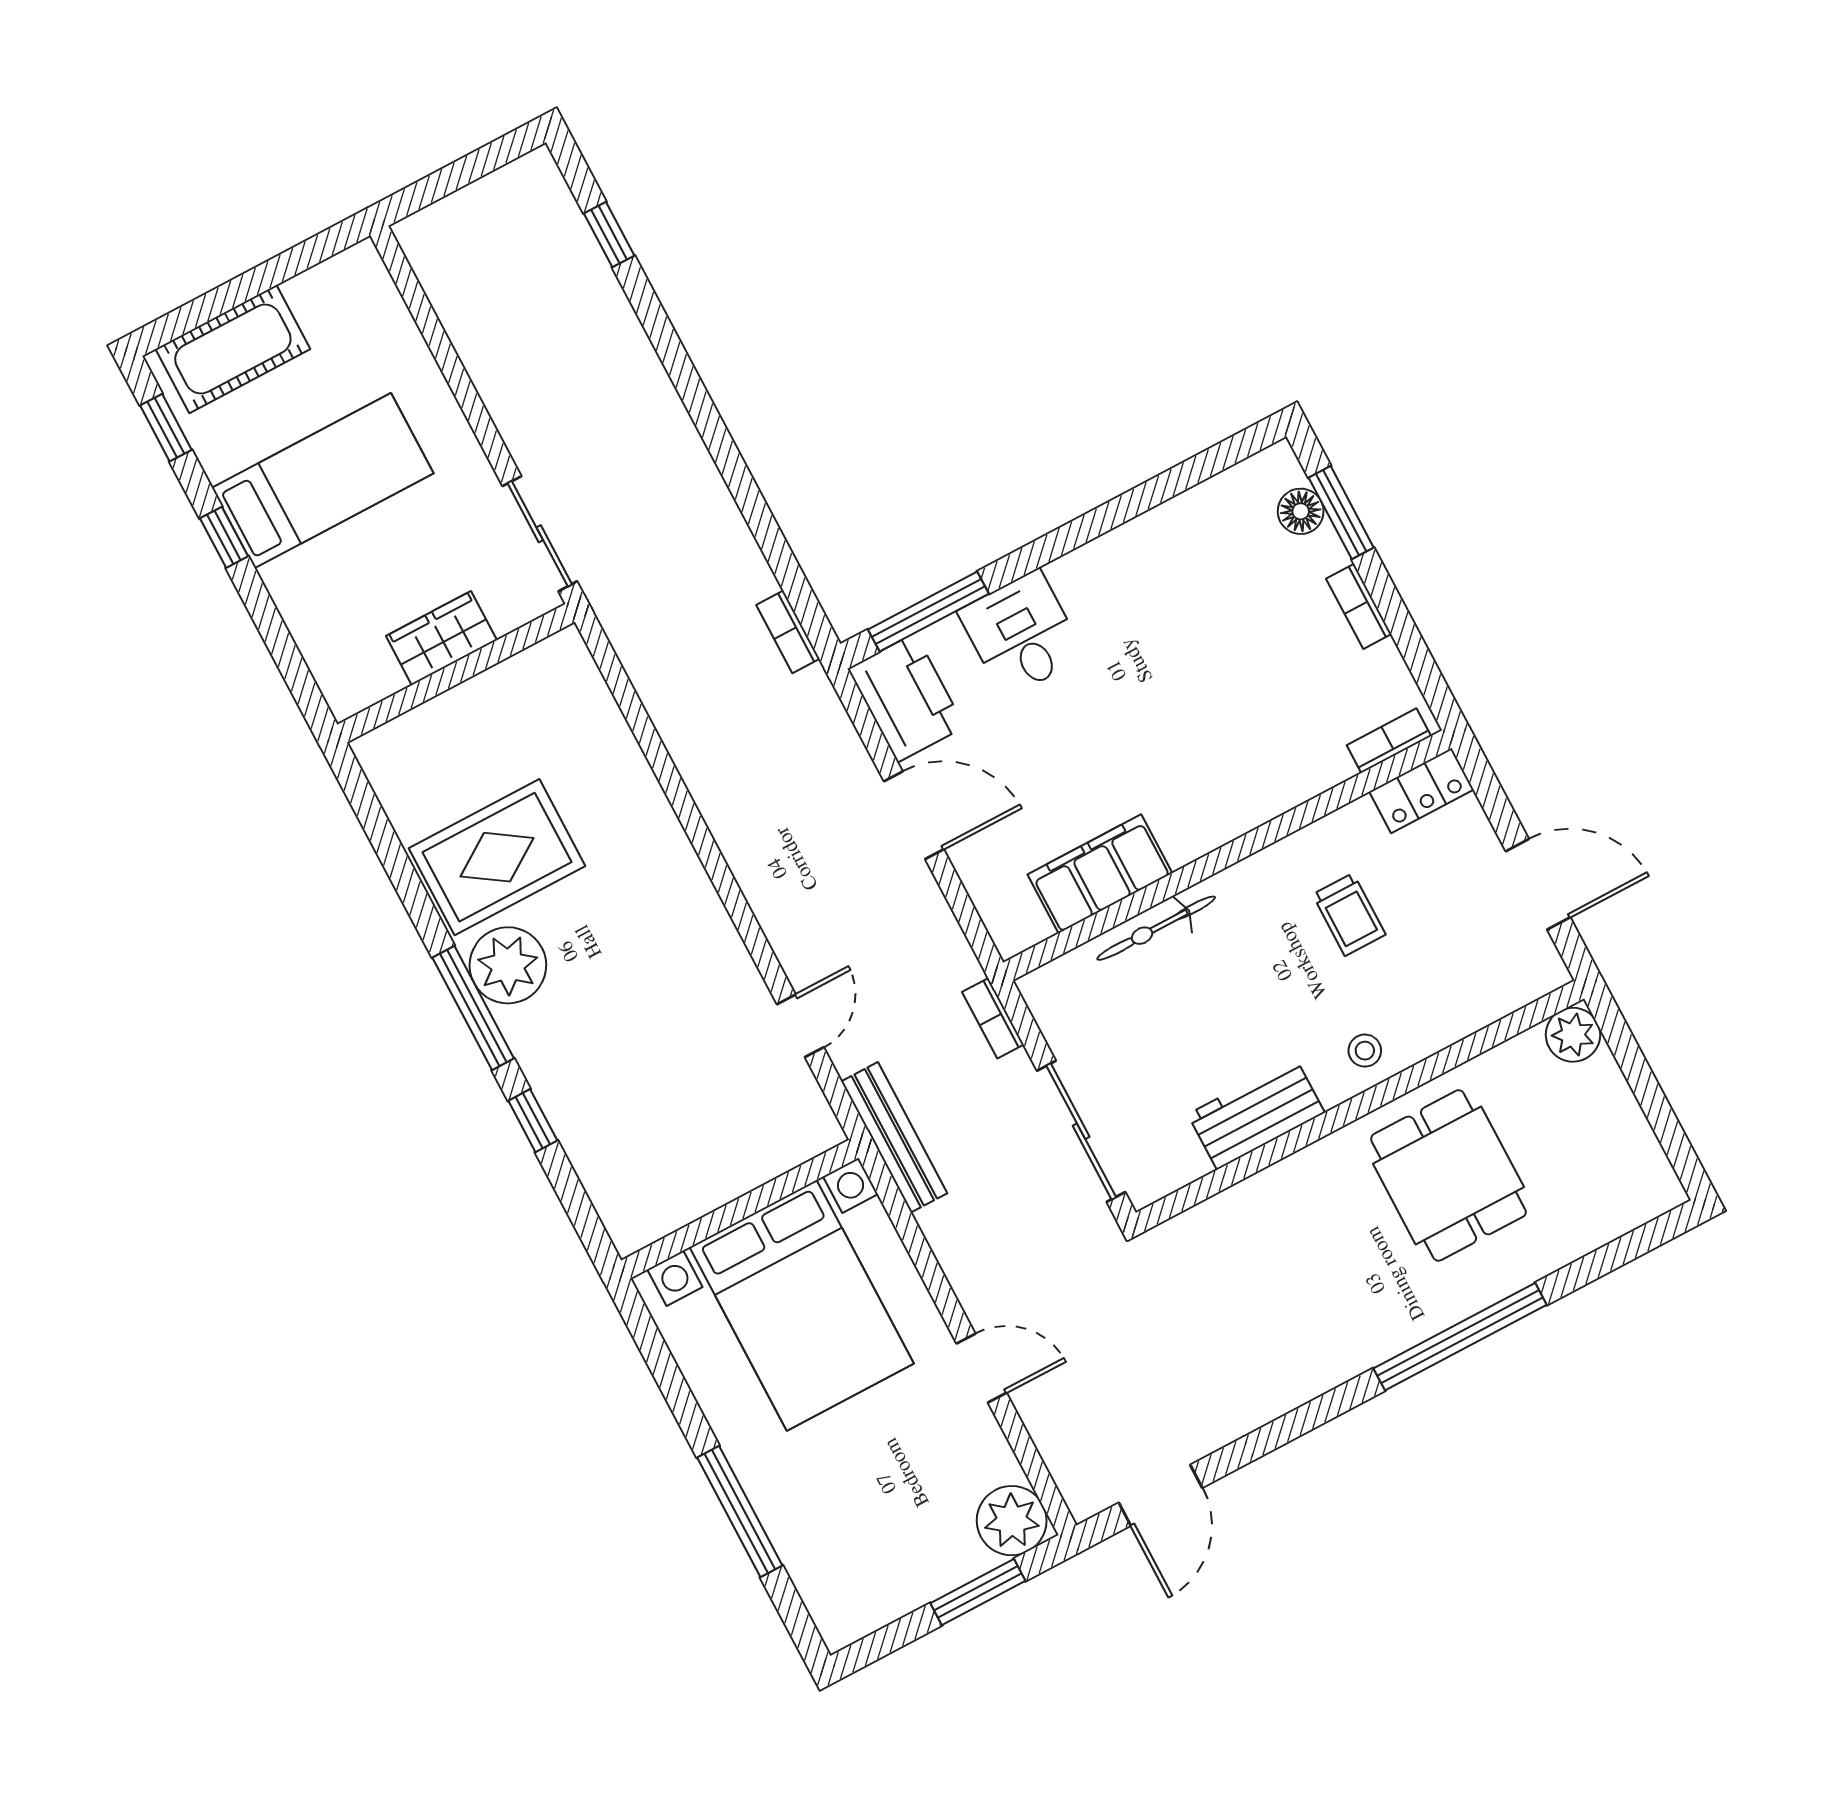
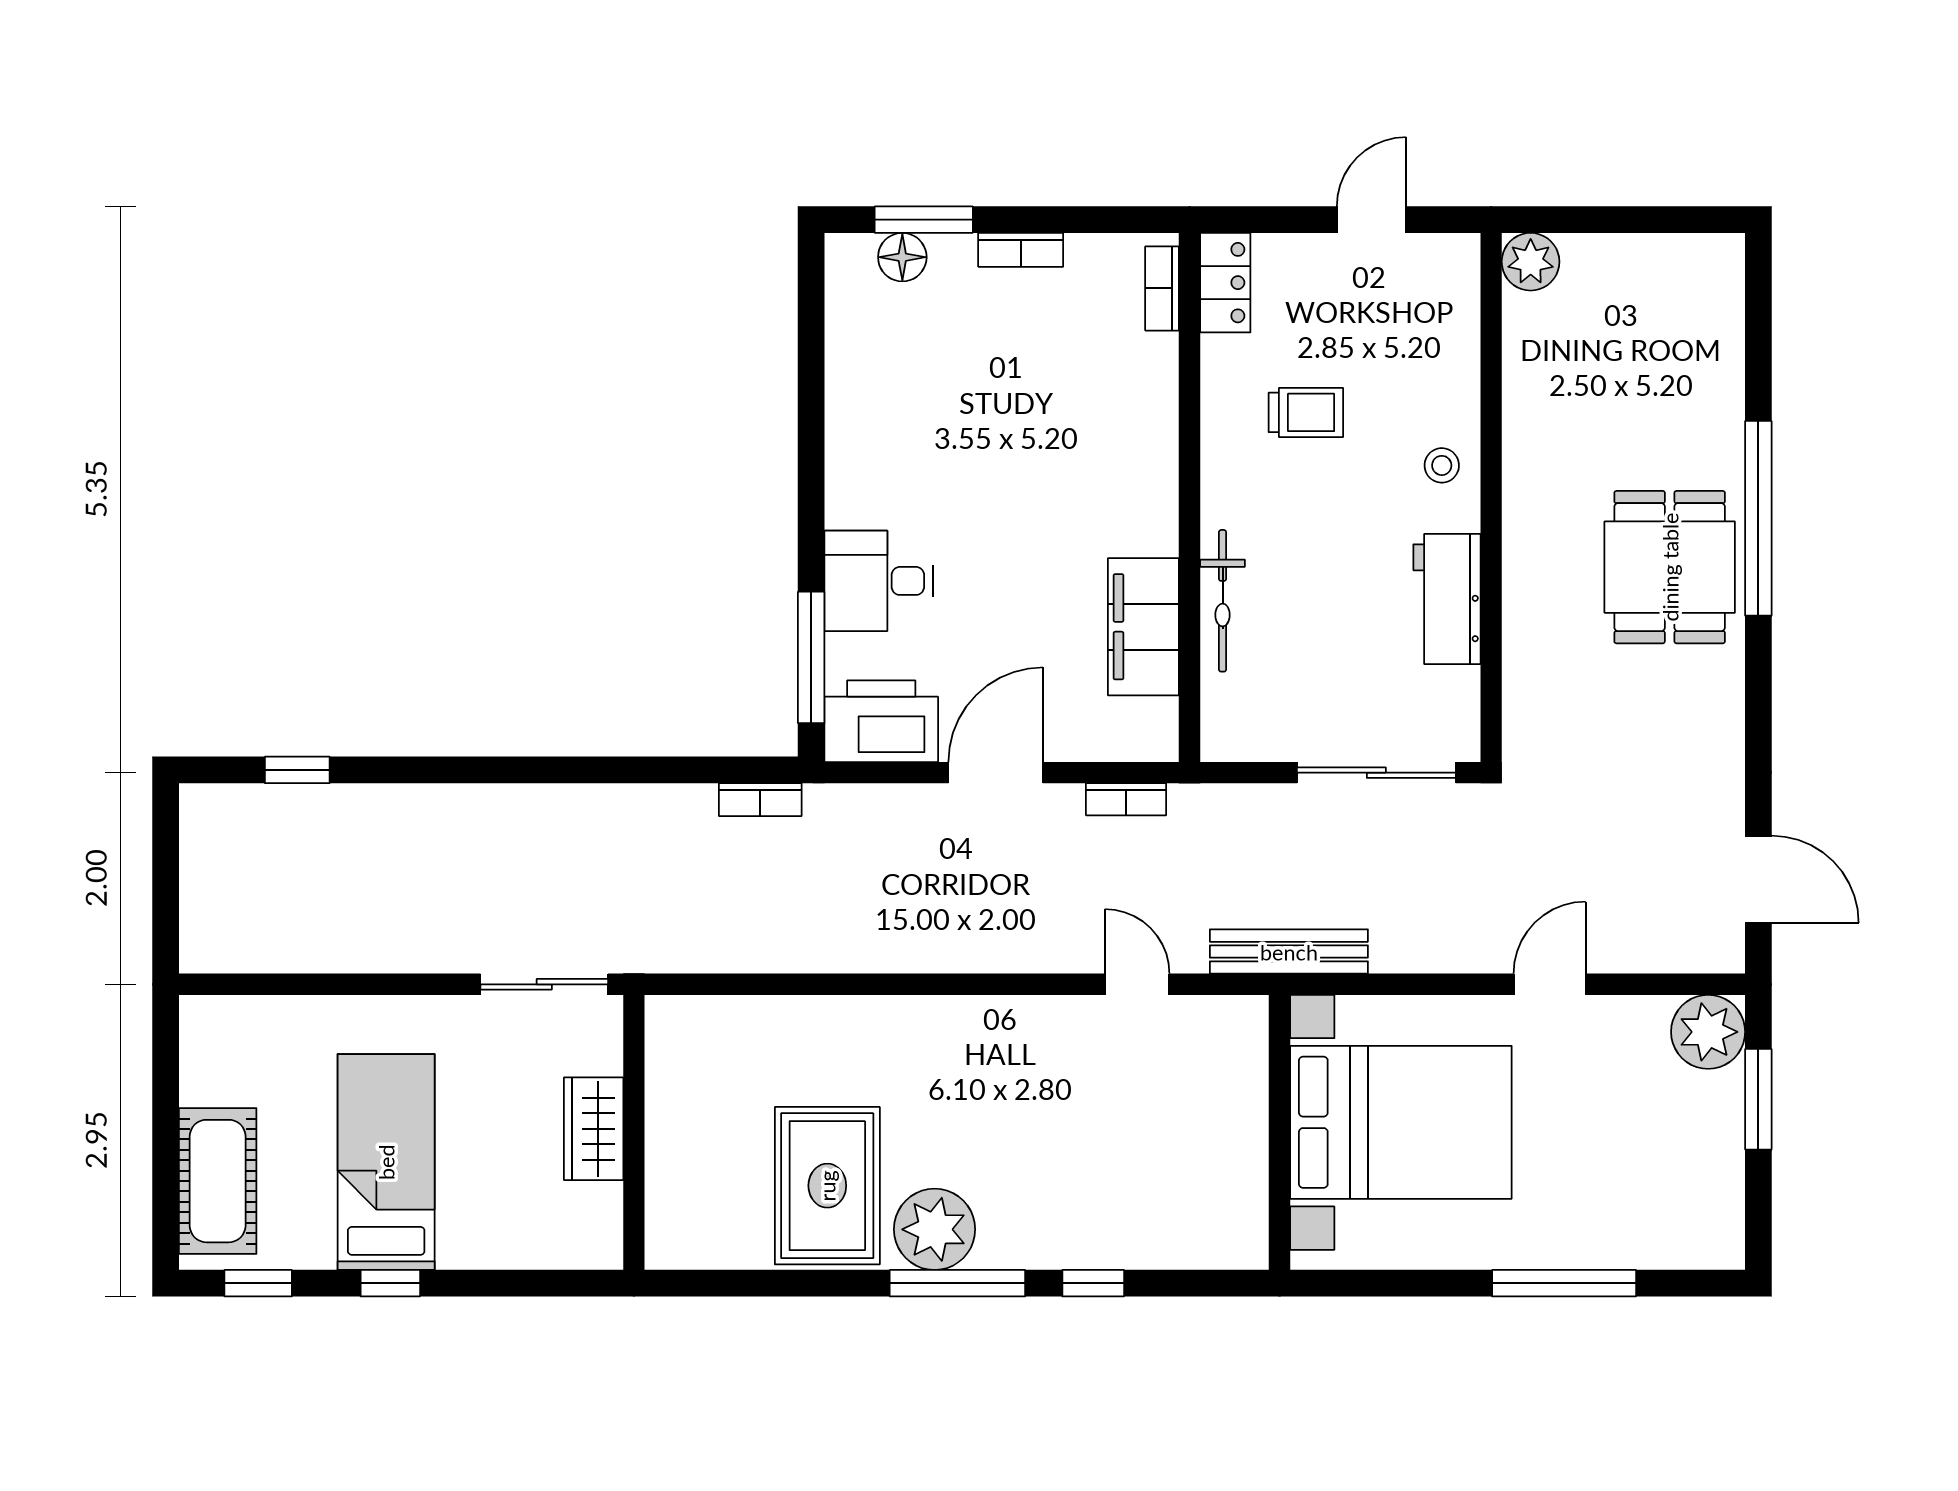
door: (1538, 884) -> (1371, 220), width x0.73
bookcase: (993, 1018) -> (1126, 799), moved
dining table: (1448, 1175) -> (1670, 567), moved, turned 90

